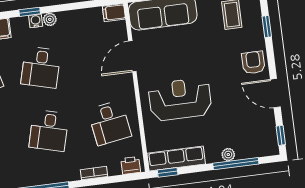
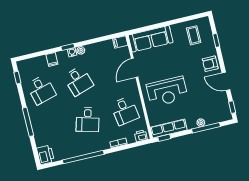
armchair: (253, 63) -> (210, 64), turned -90
desk: (41, 67) -> (78, 81), turned -33
reception desk: (180, 99) -> (167, 92), turned 180

